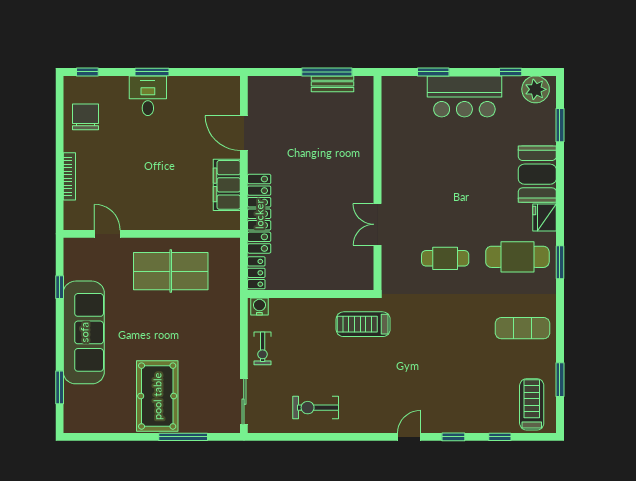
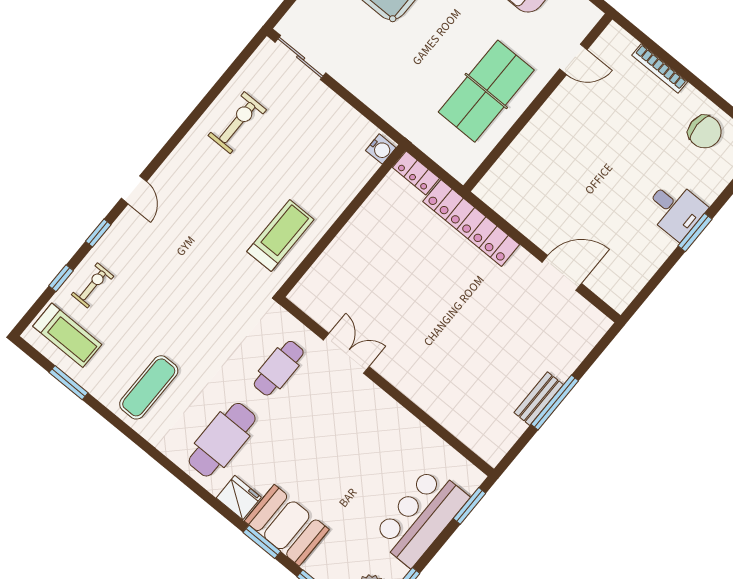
wall: (378, 183) -> (387, 387), moved
filing cabinet: (227, 185) -> (525, 215), removed
double door: (378, 224) -> (346, 353), moved
window: (560, 262) -> (262, 542), moved
exercise bike: (263, 348) -> (93, 285), moved, turned 90

